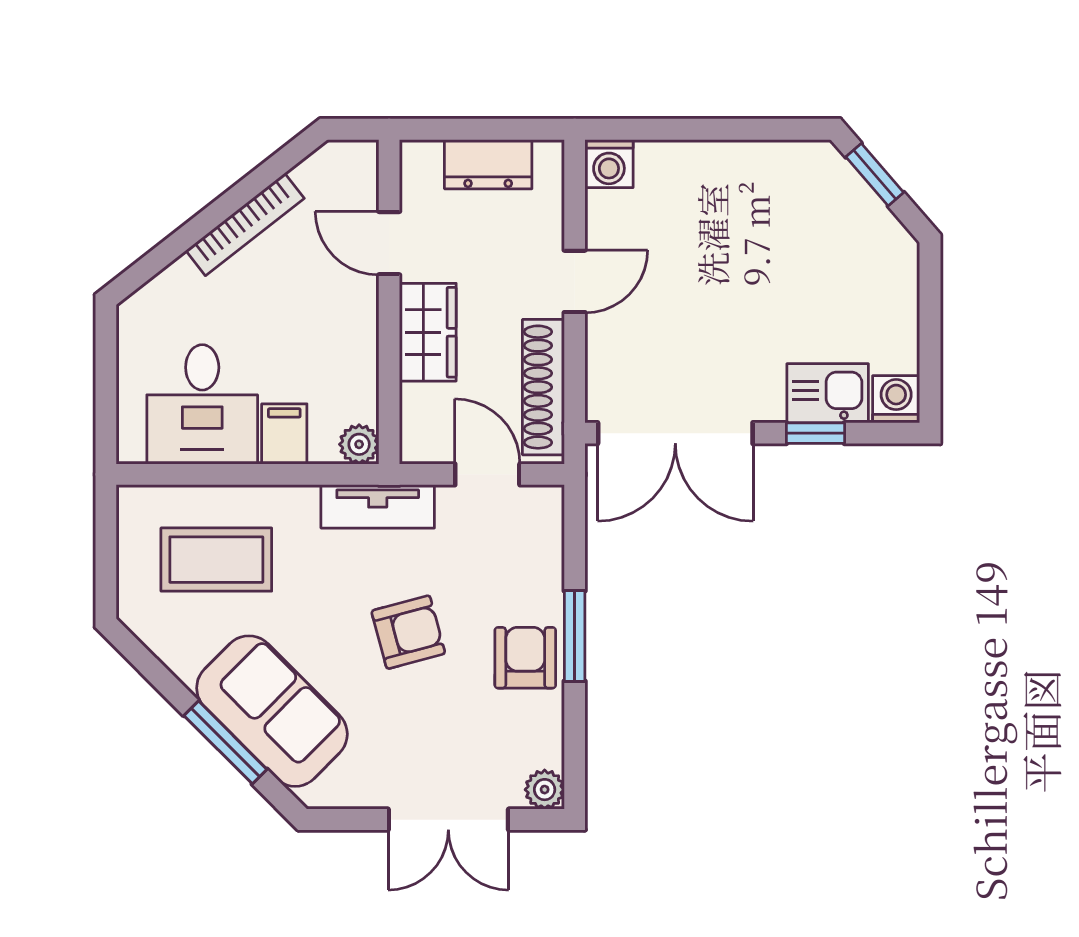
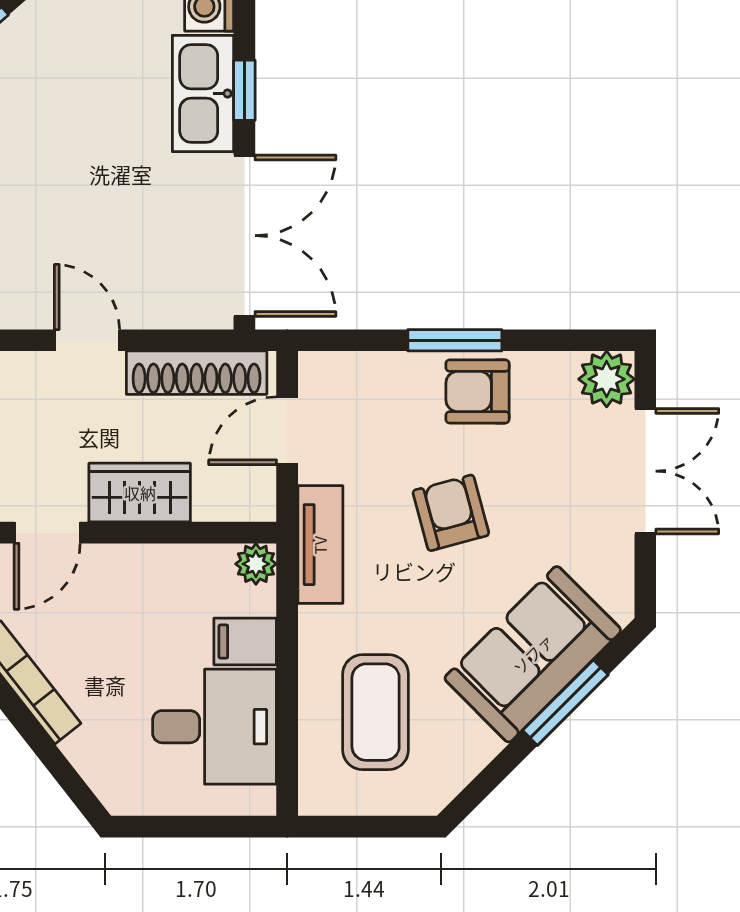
kitchen sink: (828, 393) -> (203, 94), width x1.38
plant: (545, 790) -> (607, 379), width x1.38, depth x1.38

